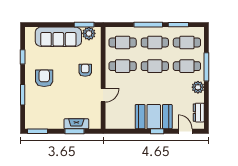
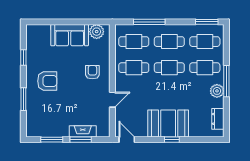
window: (84, 25) -> (91, 22), removed
window: (148, 25) -> (149, 22), moved
window: (178, 25) -> (207, 22), moved
sofa: (58, 37) -> (70, 35), width x0.73
window: (206, 67) -> (226, 81), moved
armchair: (44, 78) -> (47, 81), turned 90
window: (37, 131) -> (52, 140), moved
door: (185, 131) -> (127, 140), moved

